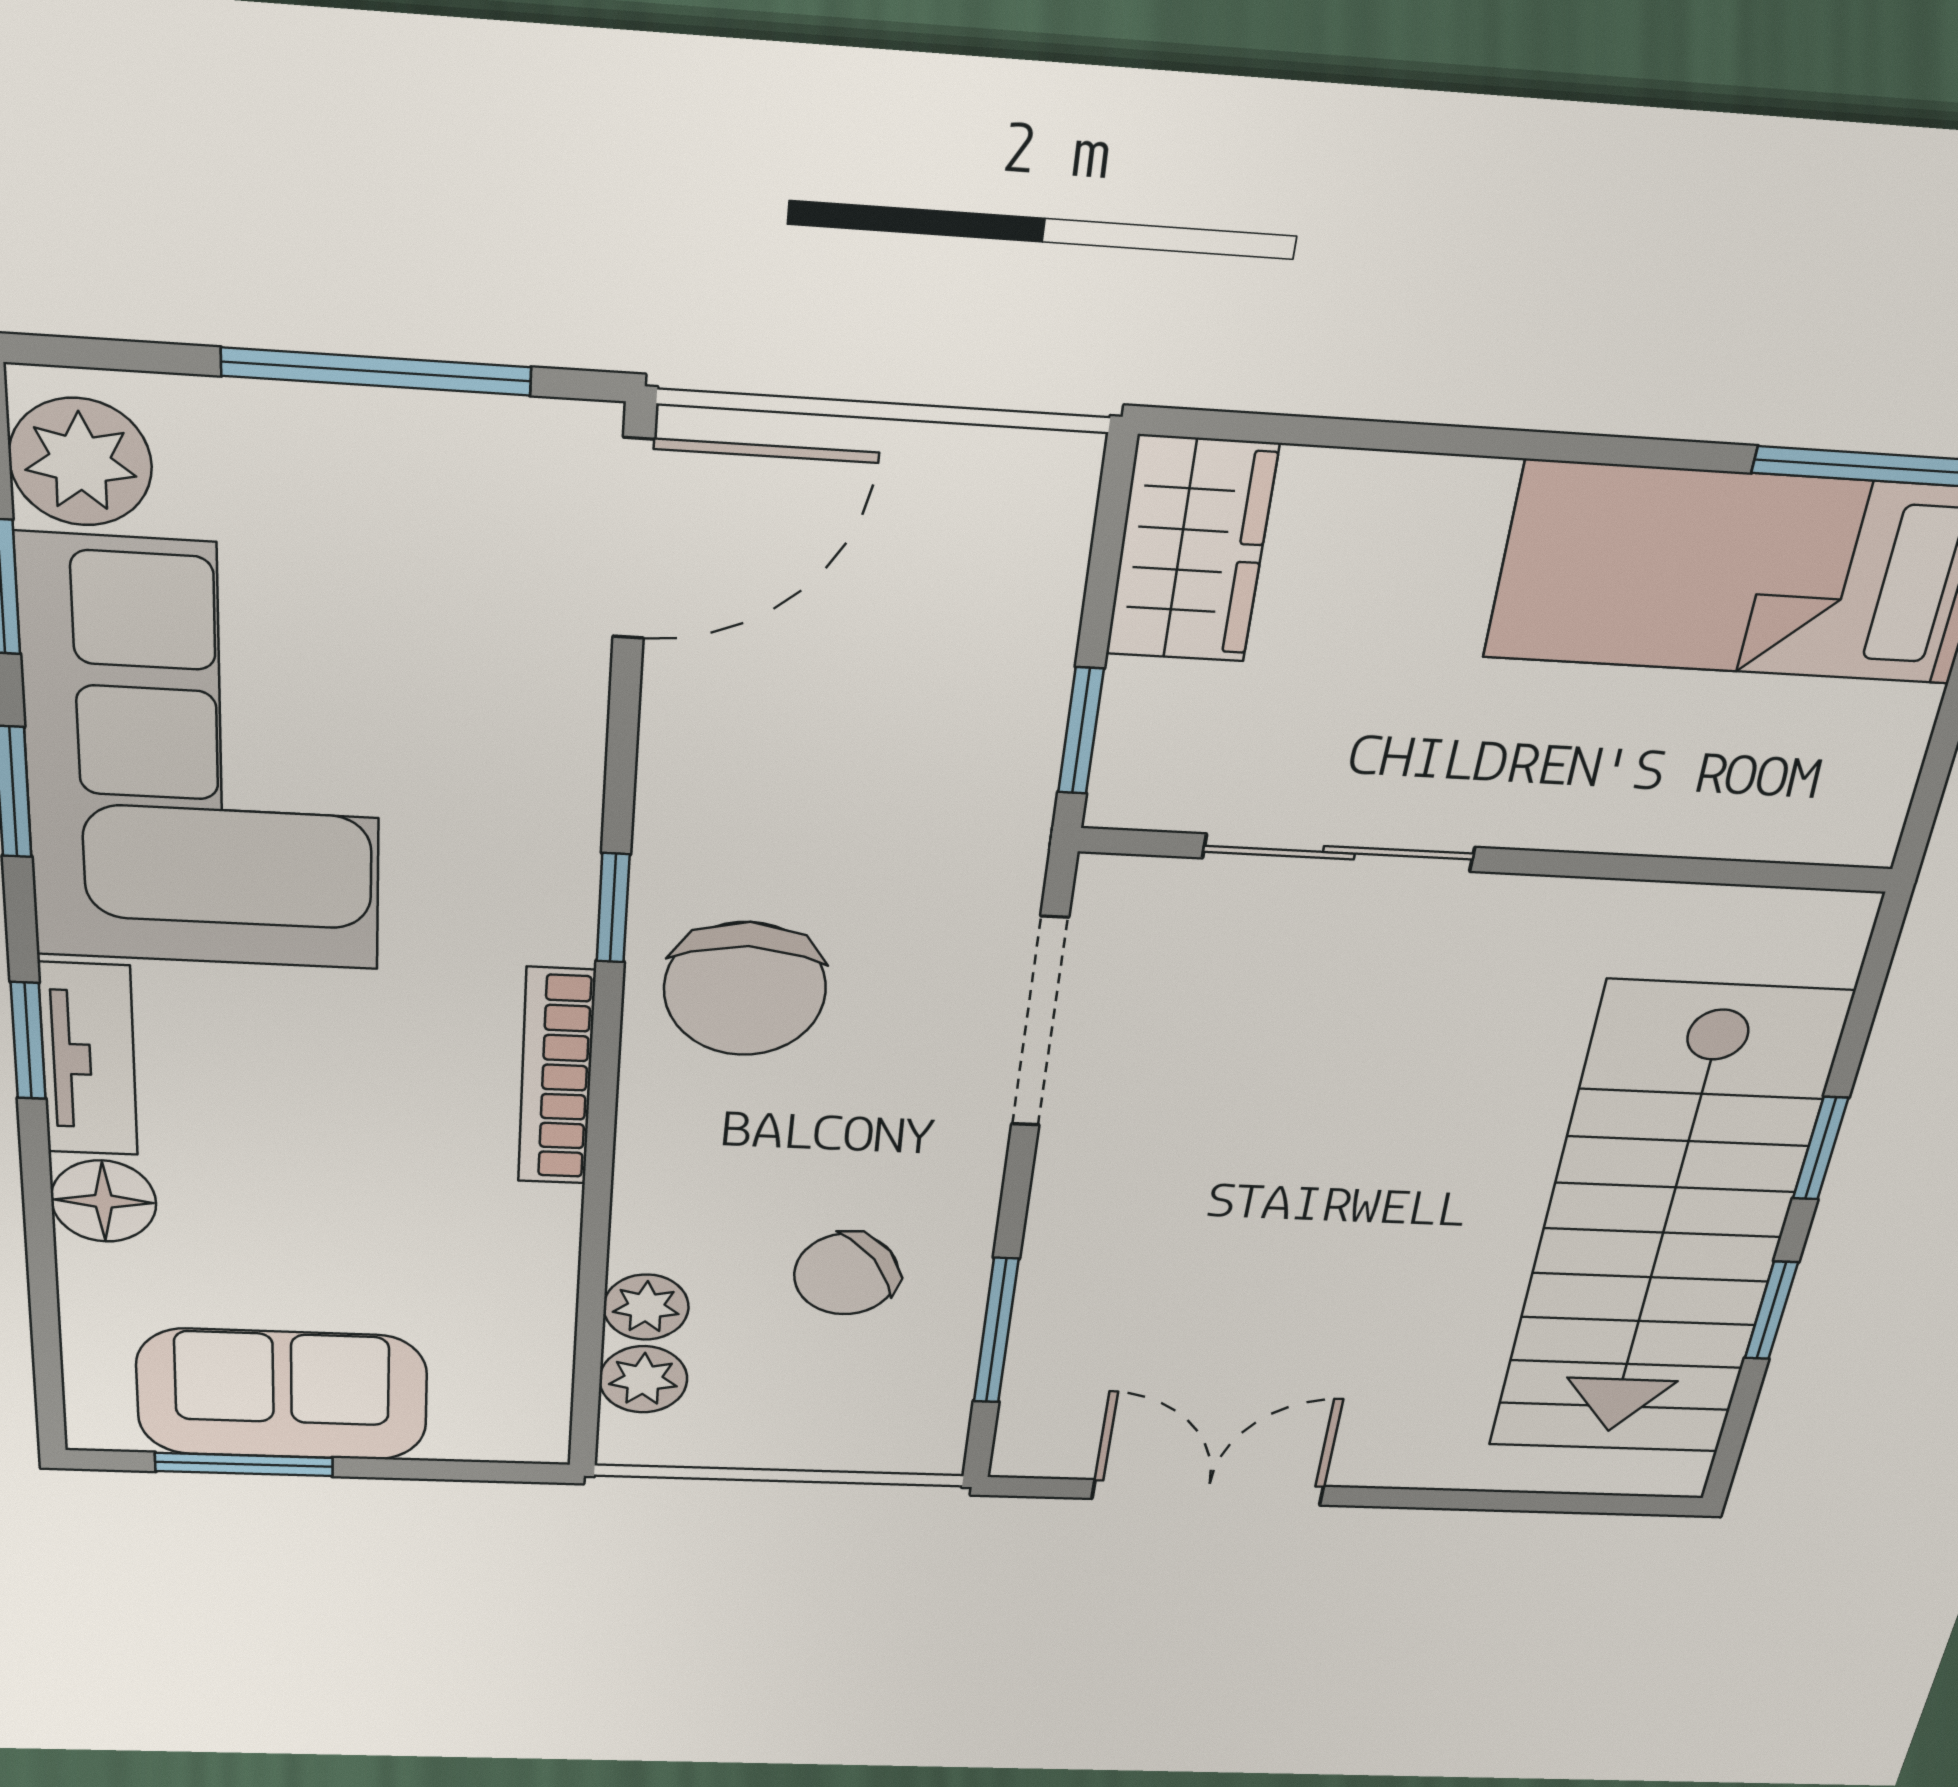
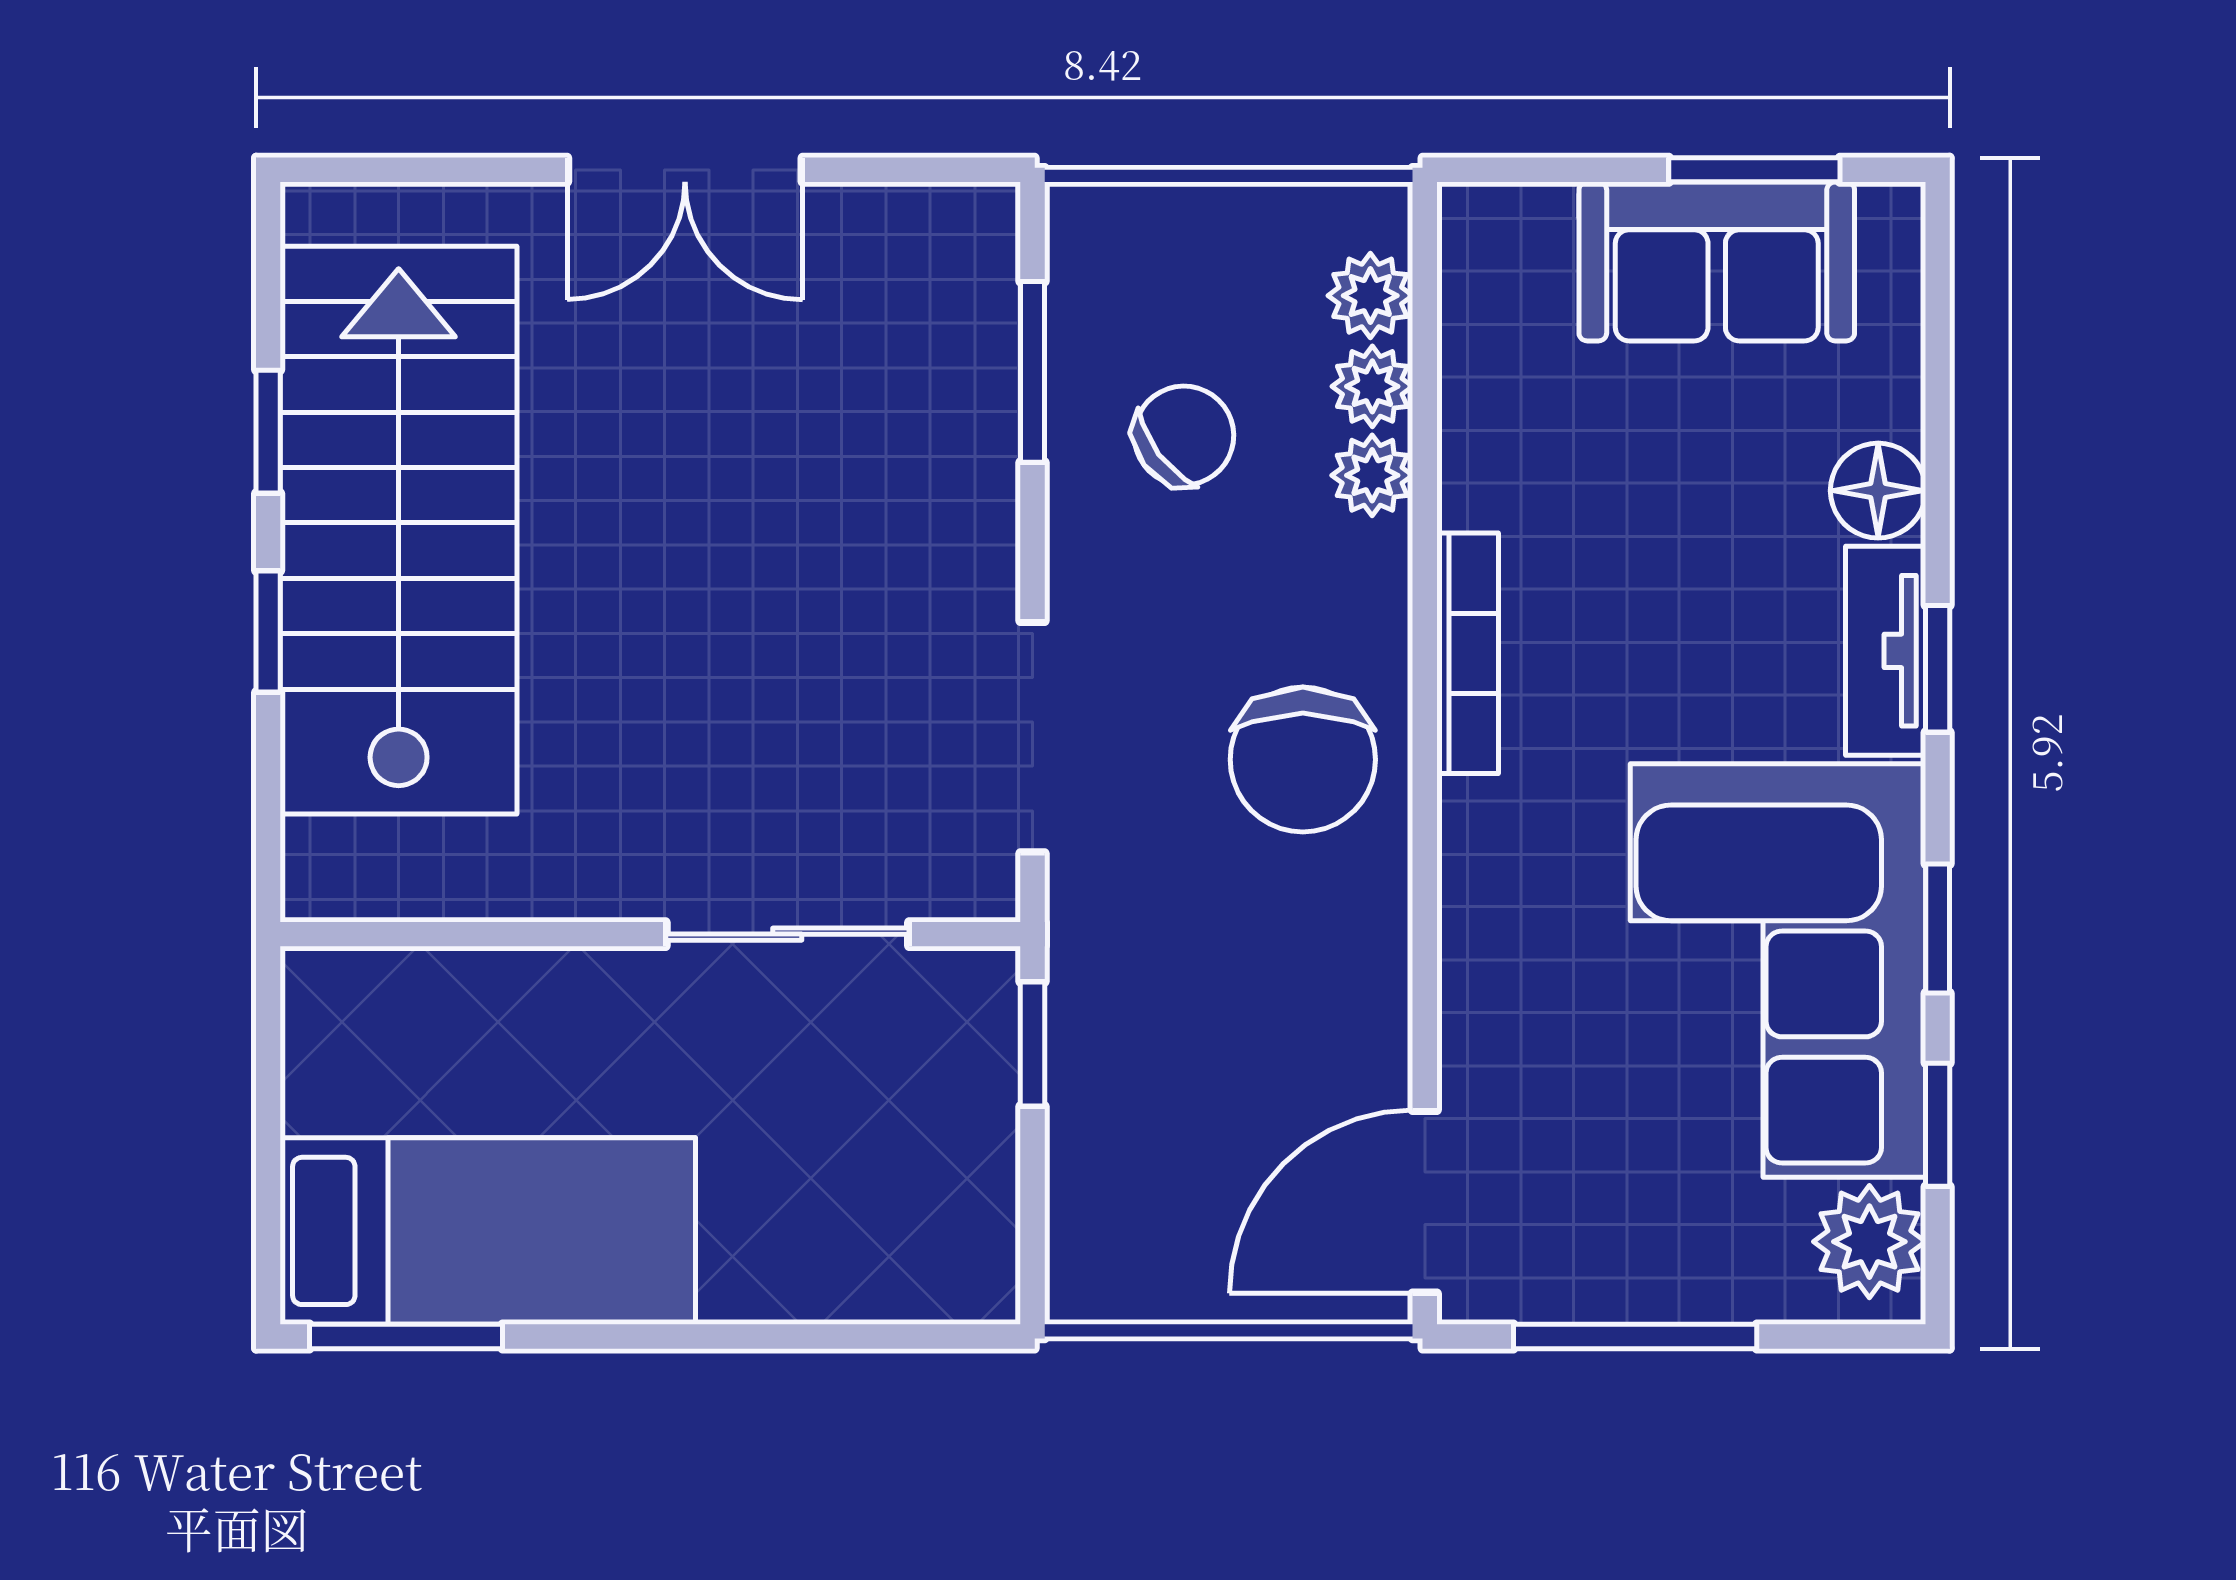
wardrobe: (1191, 550) -> (961, 1222), removed
window: (613, 908) -> (1425, 840), removed
chair: (745, 989) -> (1303, 760), turned 180
plant: (651, 1234) -> (1372, 475), added
double door: (1208, 1492) -> (685, 170), moved

